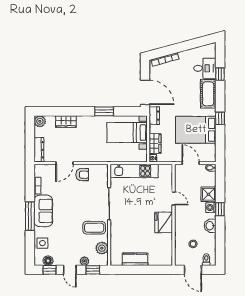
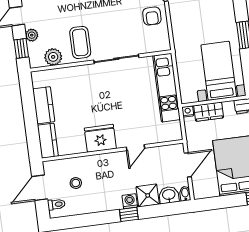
washbasin: (210, 226) -> (169, 195), moved
kitchen counter: (161, 260) -> (48, 141), added

